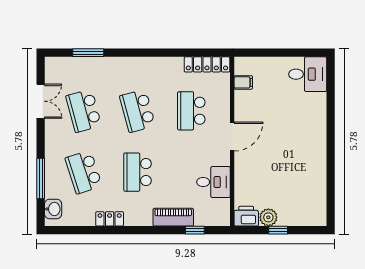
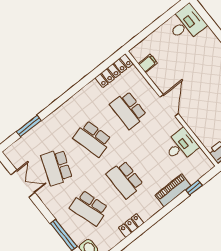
school desk: (84, 111) -> (57, 167), turned 36

